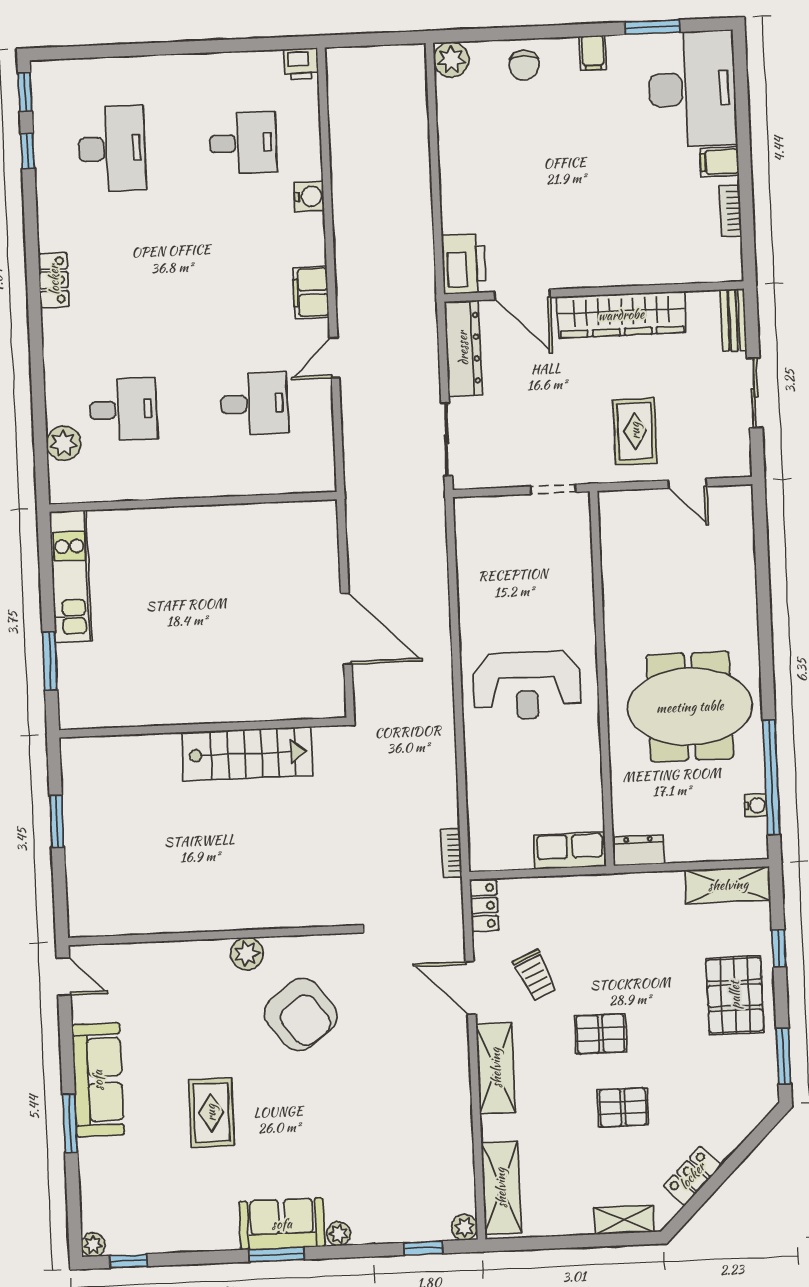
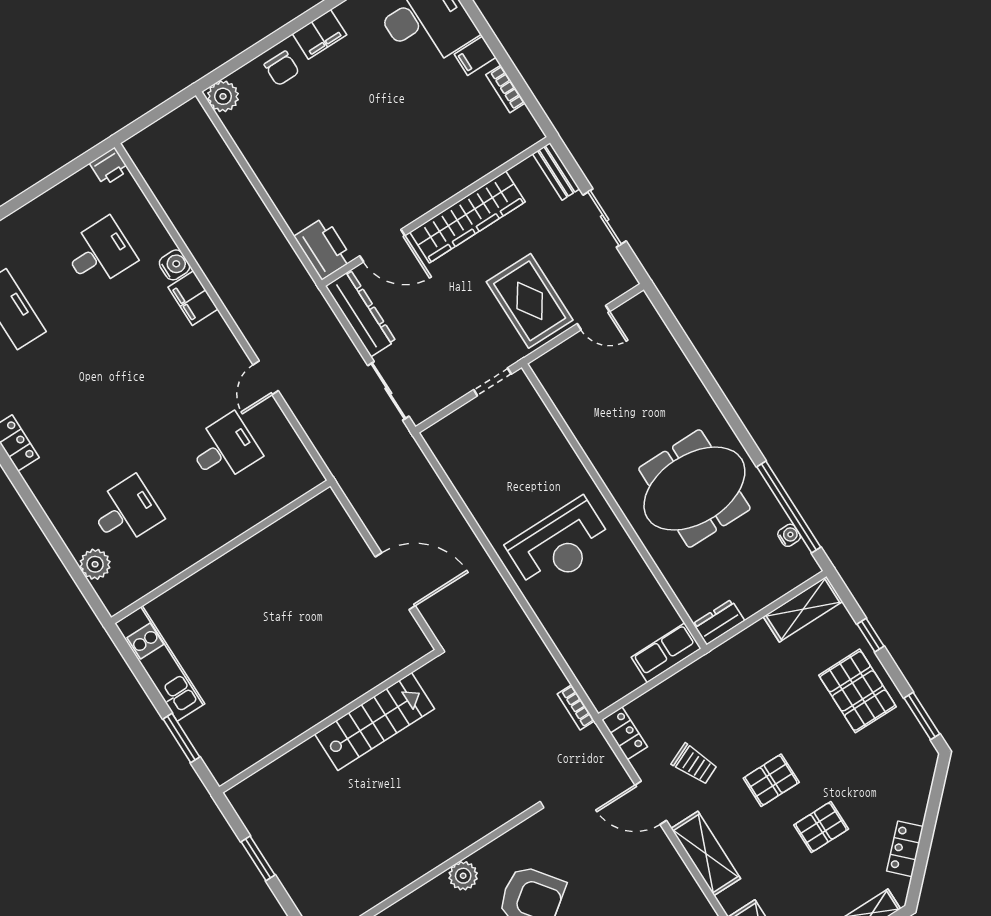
filing cabinet: (593, 53) -> (319, 34), width x2.00
filing cabinet: (311, 292) -> (193, 298), moved
rug: (635, 431) -> (530, 301), width x1.36, depth x1.43

